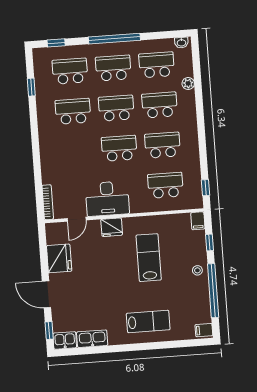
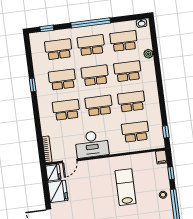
window: (31, 87) -> (33, 85), moved
school desk: (76, 151) -> (66, 110), added
fridge: (112, 227) -> (53, 173), moved, turned -90

